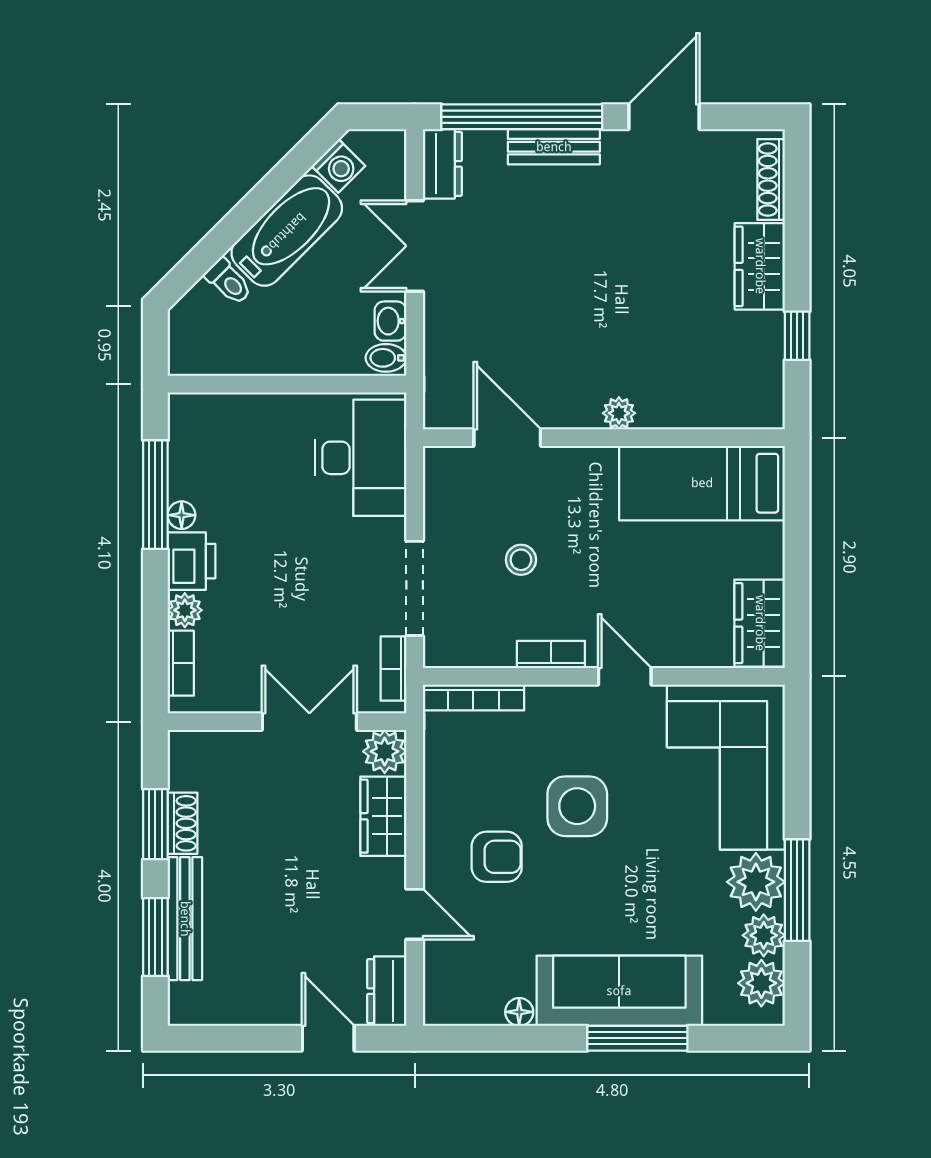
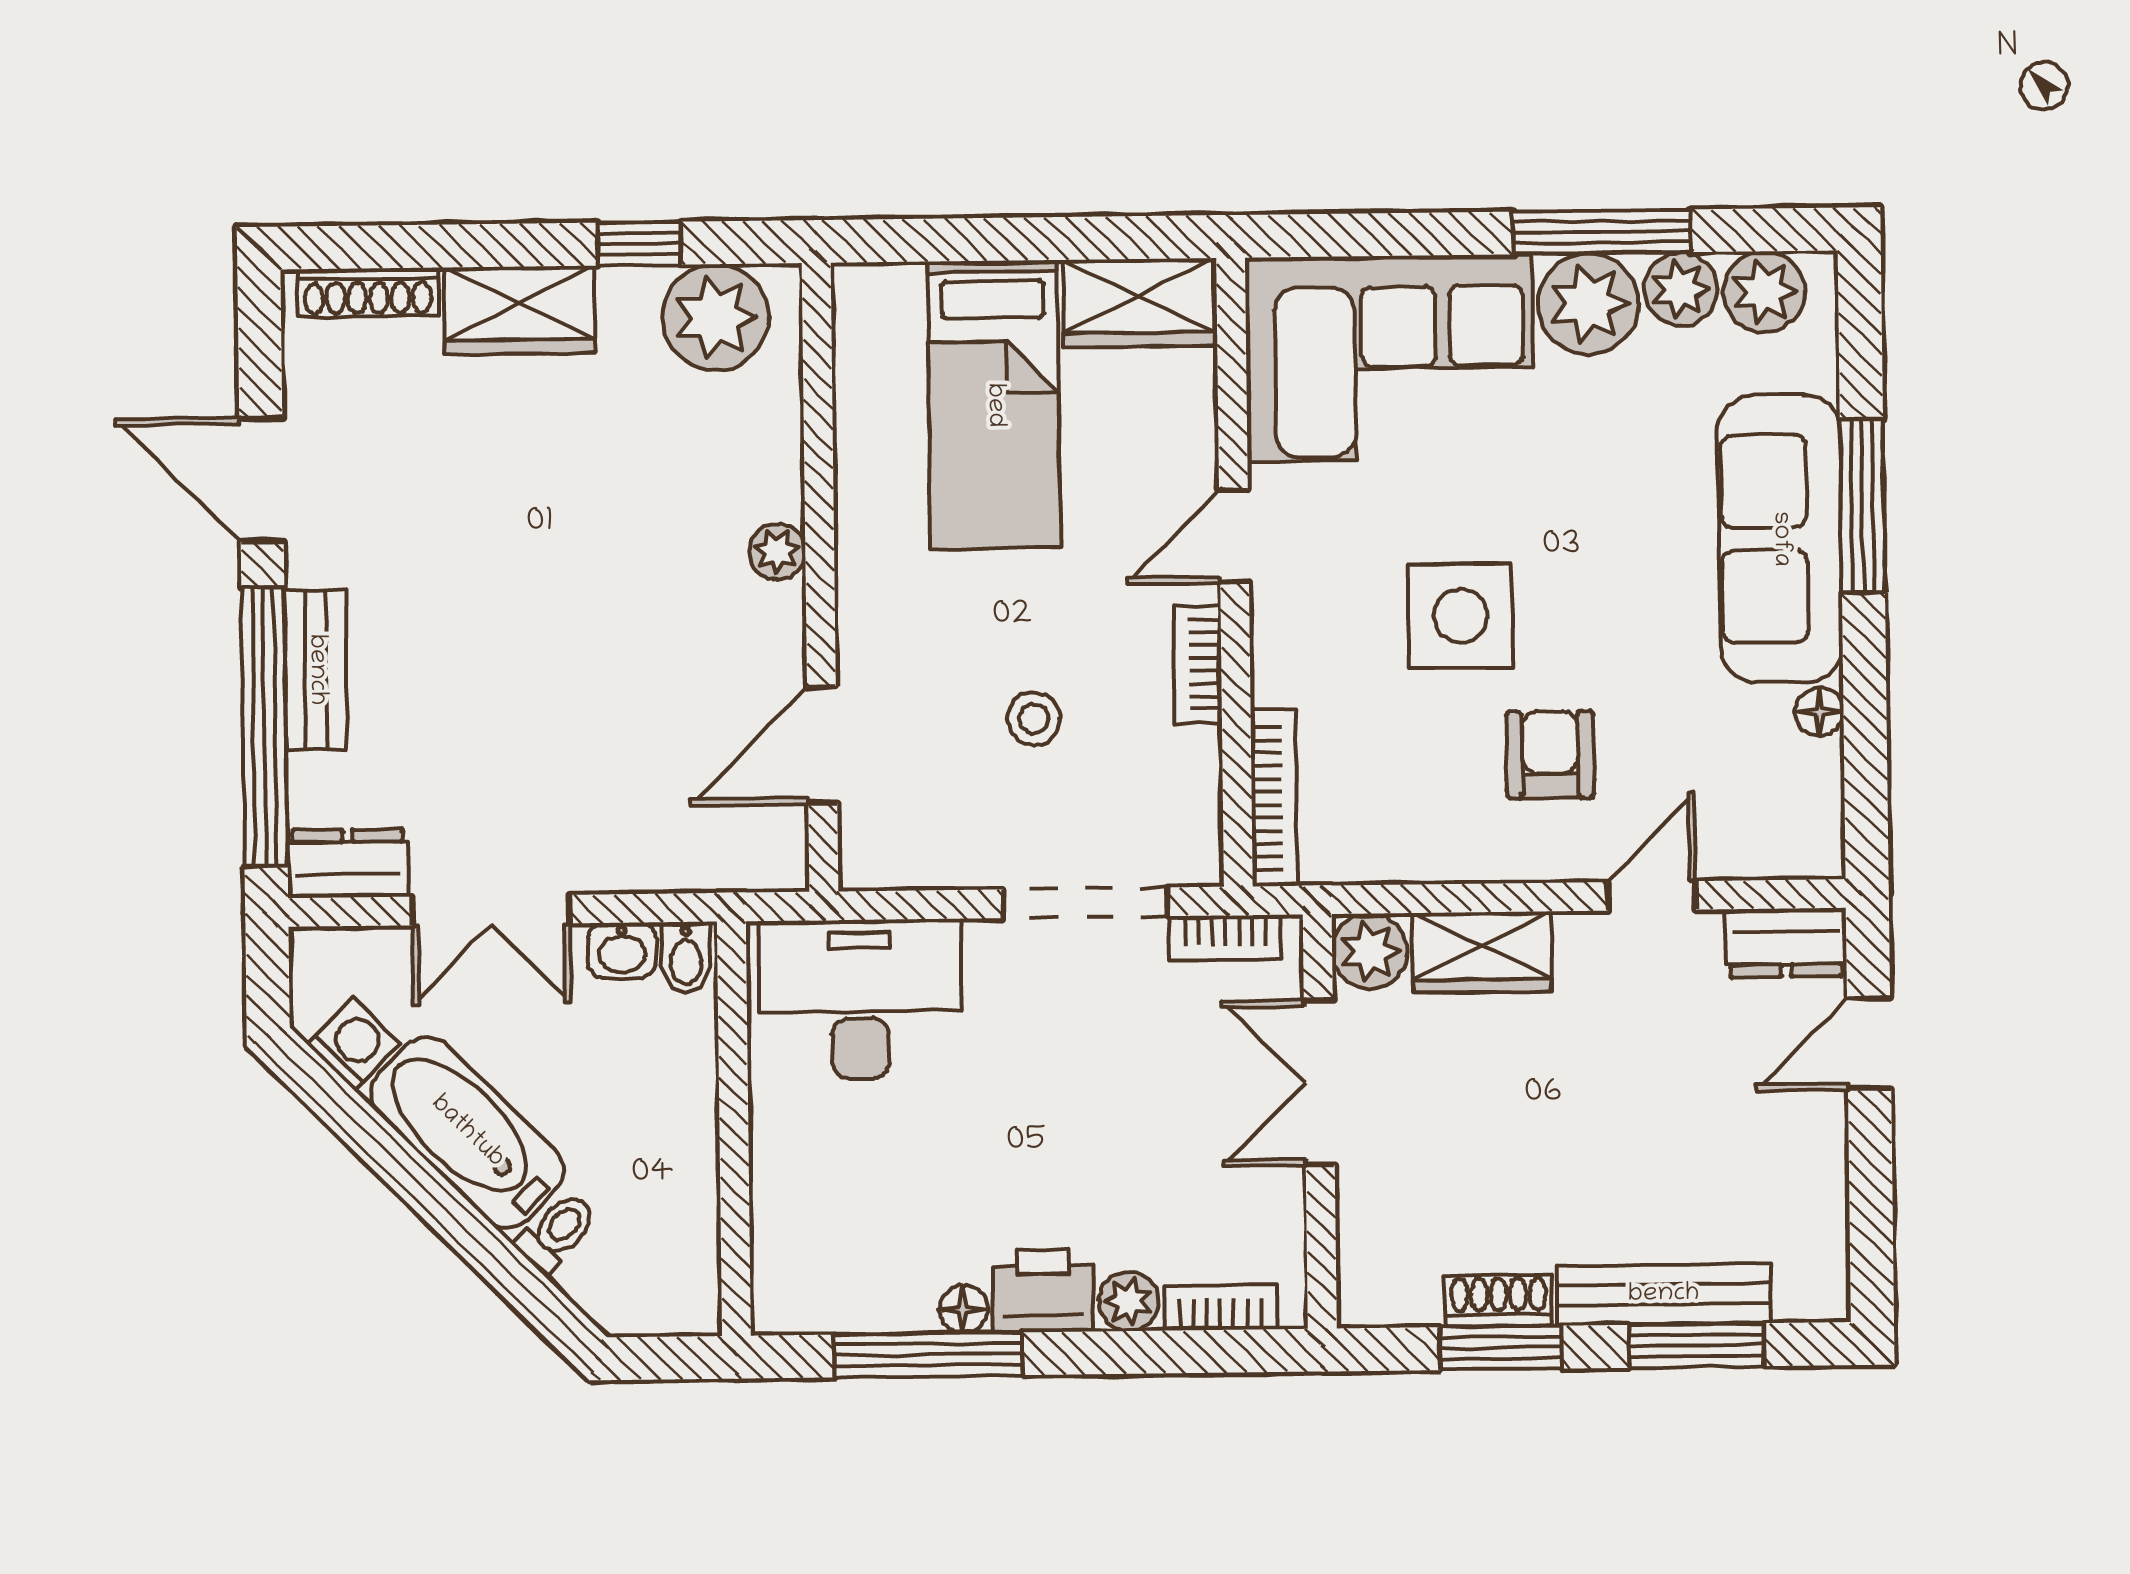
plant: (754, 379) -> (715, 317), added
bed: (702, 483) -> (994, 405), moved

